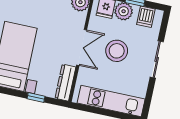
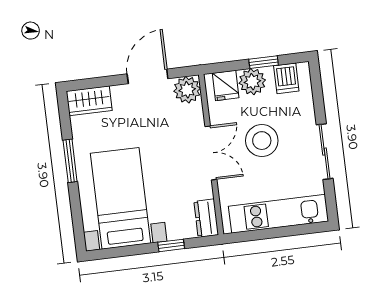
sliding door: (157, 59) -> (325, 152), moved
dresser: (65, 83) -> (206, 218), width x0.70

